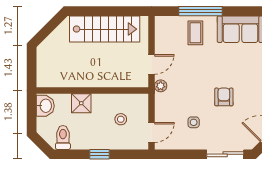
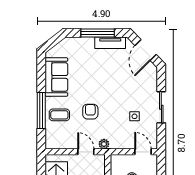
armchair: (224, 97) -> (90, 112), moved, turned 90
sliding door: (225, 154) -> (161, 107), moved

